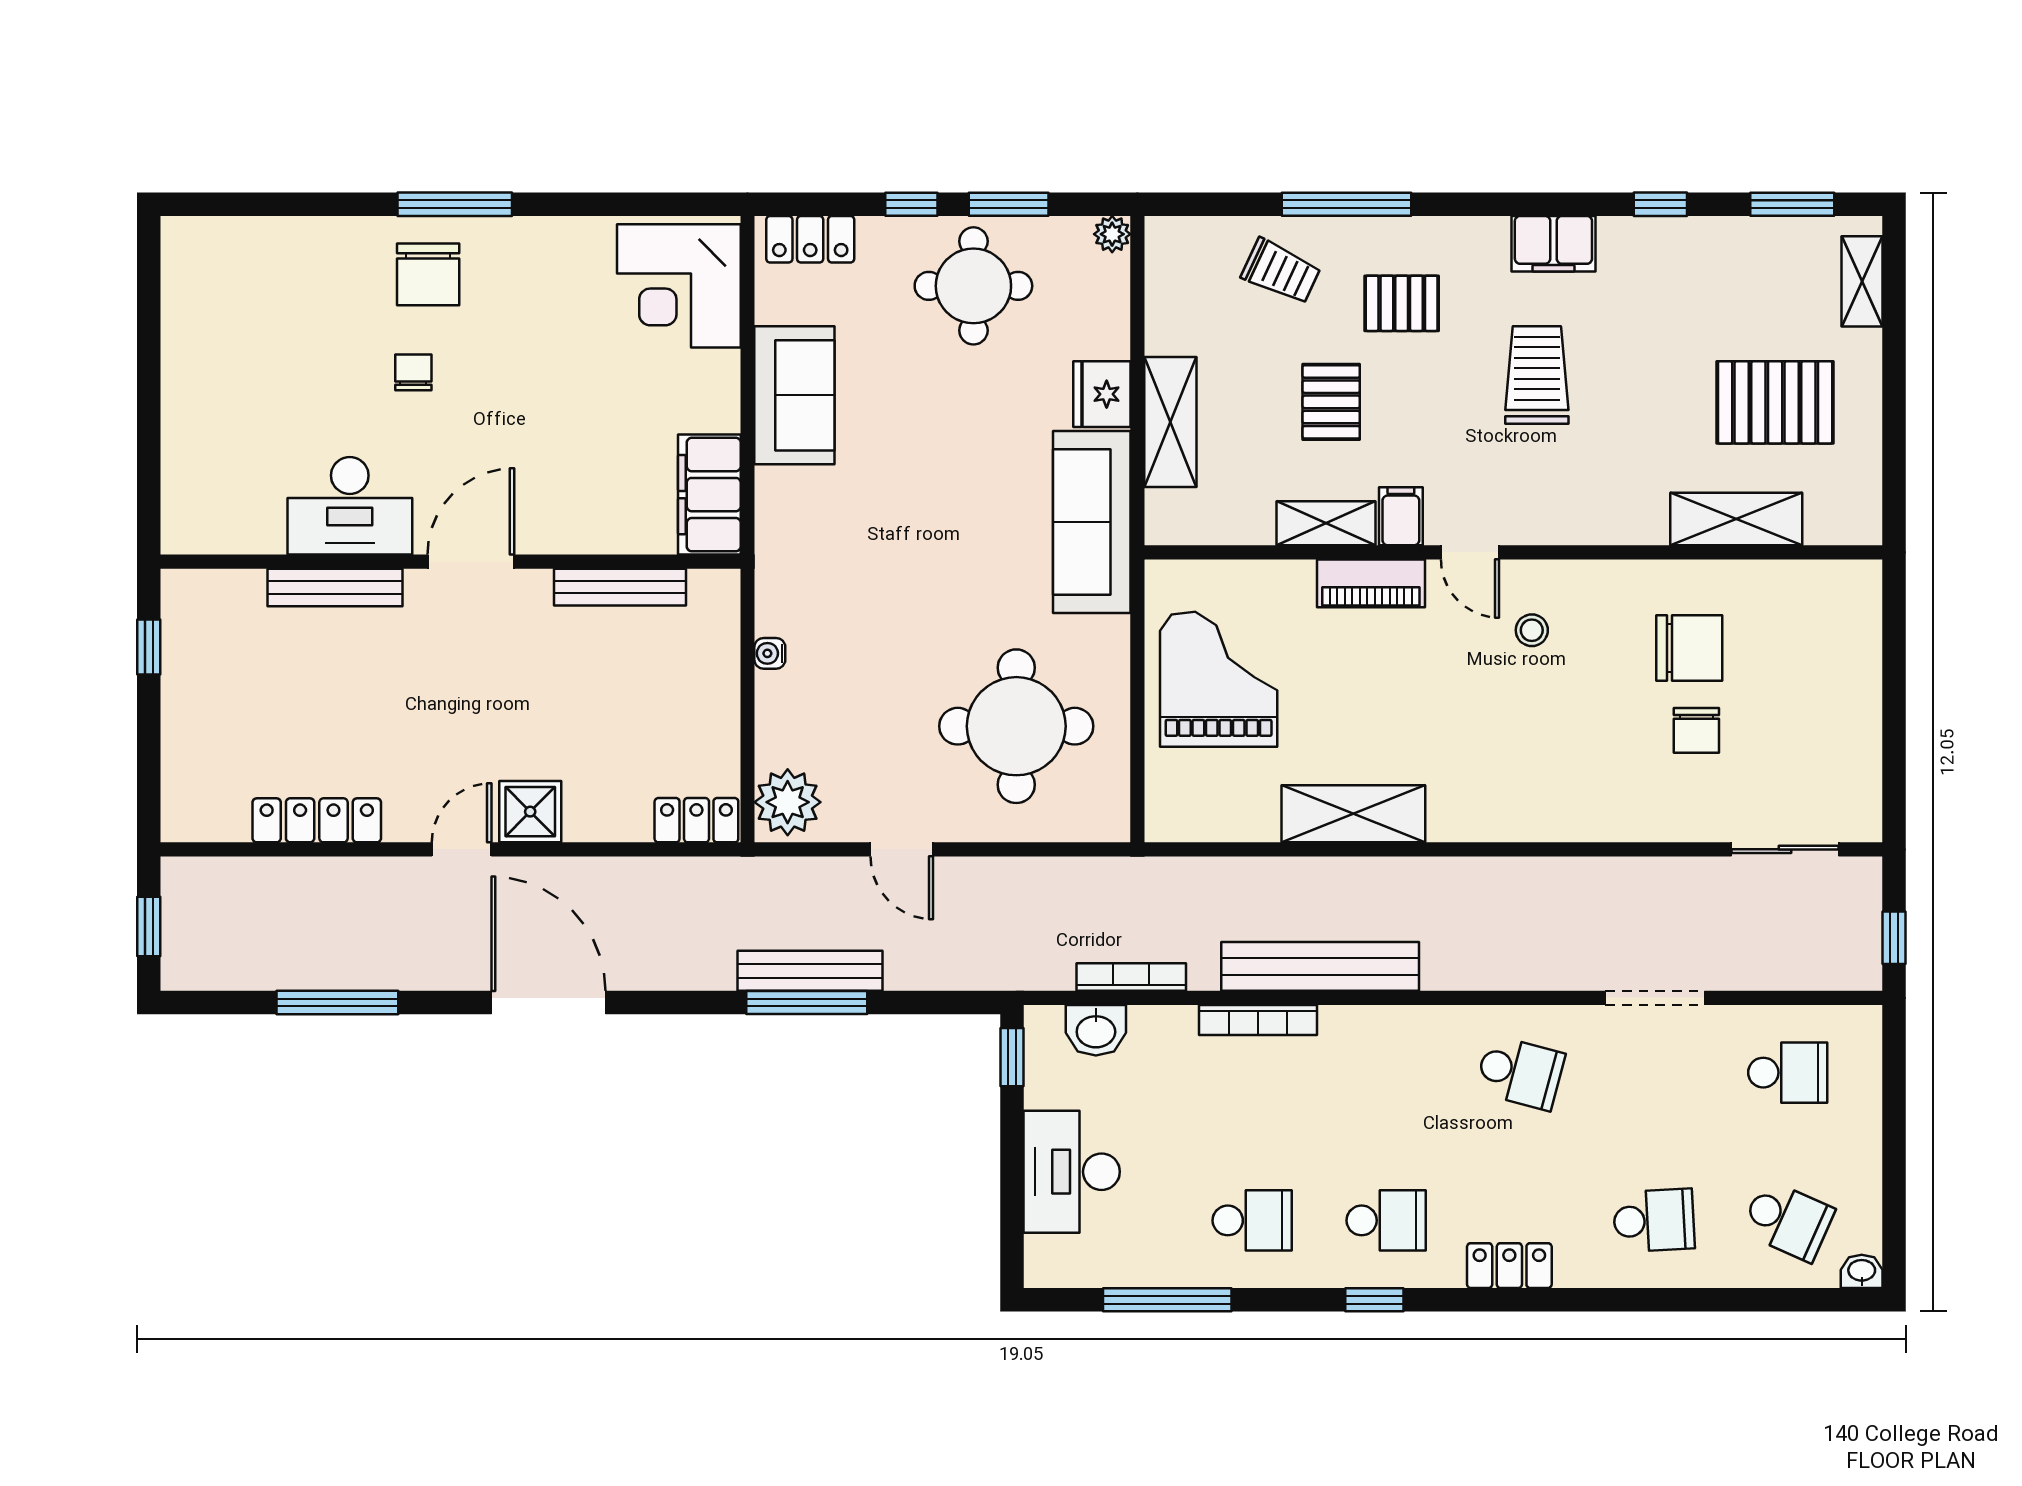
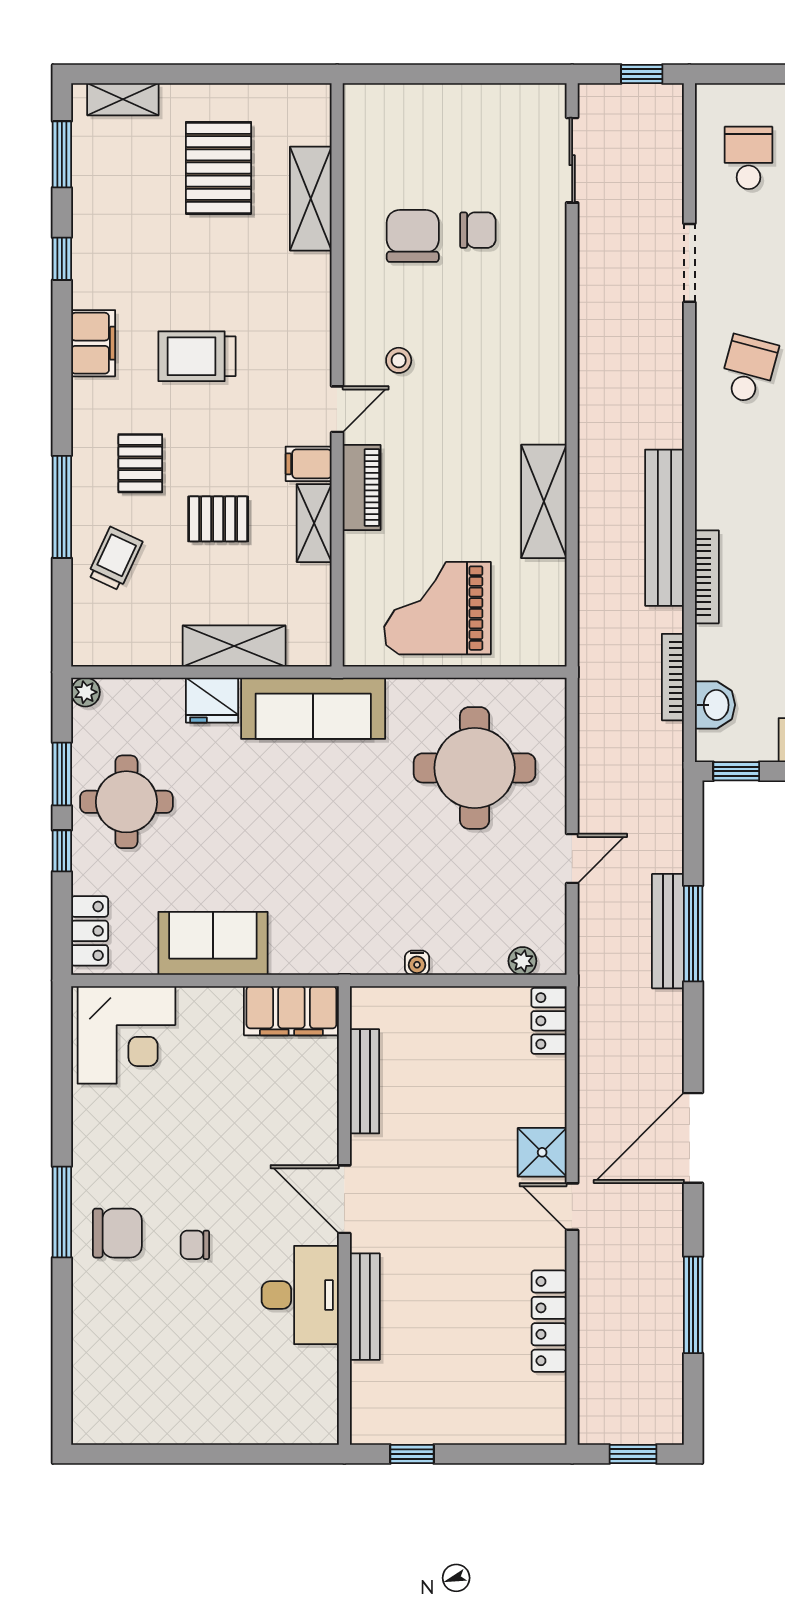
plant: (788, 802) -> (522, 961), width x0.53, depth x0.53

